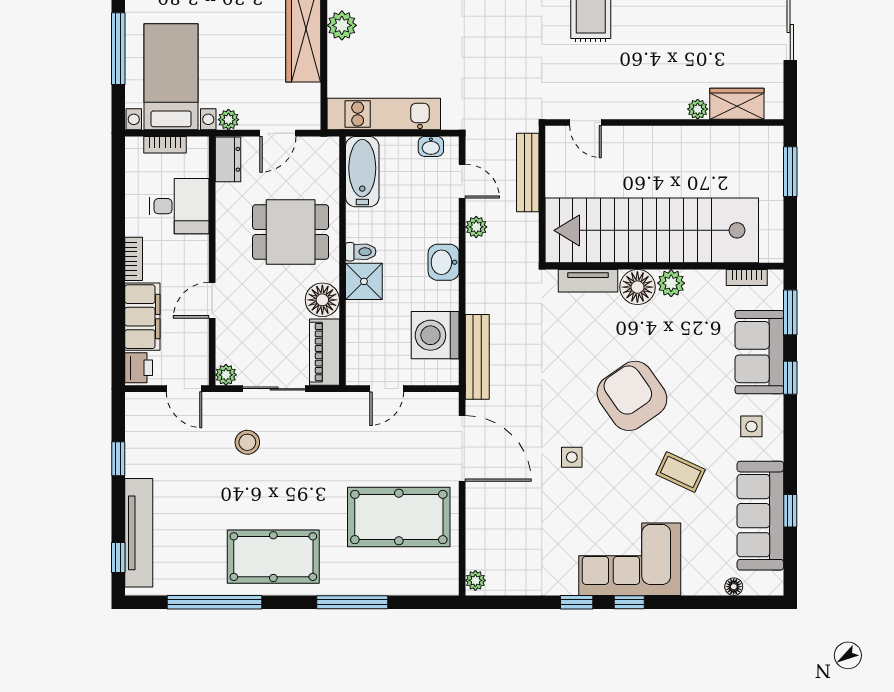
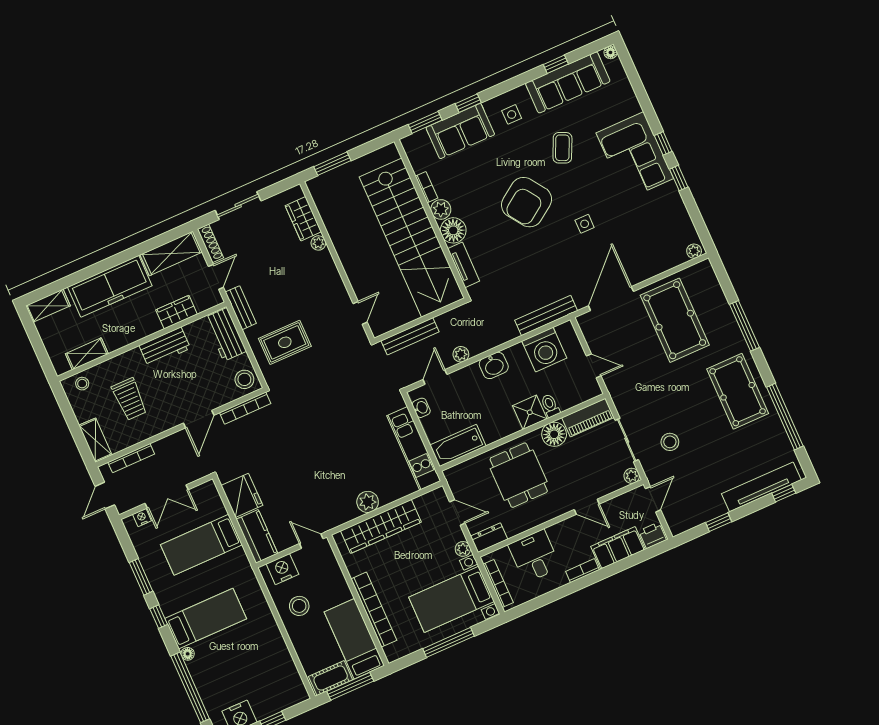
bookcase: (165, 145) -> (498, 583), width x1.56
toilet: (361, 252) -> (550, 406), moved
bookcase: (747, 278) -> (426, 187), moved
floor lamp: (734, 587) -> (610, 52), moved

